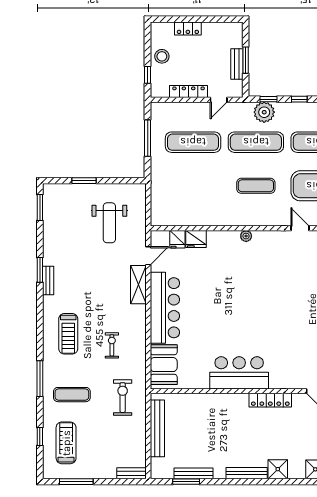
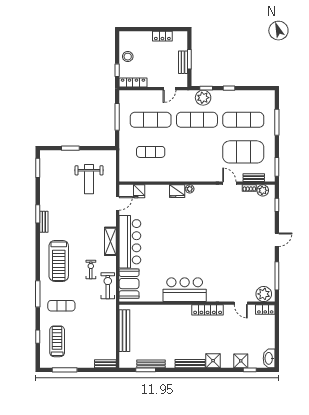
locker: (188, 29) -> (162, 36), moved
locker: (189, 91) -> (133, 82), moved
exercise mat: (256, 186) -> (151, 152), moved
fridge: (196, 239) -> (177, 191), moved
shelving: (138, 285) -> (110, 241), moved
treadmill: (68, 334) -> (59, 261), width x1.37, depth x1.38
exercise bike: (123, 398) -> (108, 286), moved

